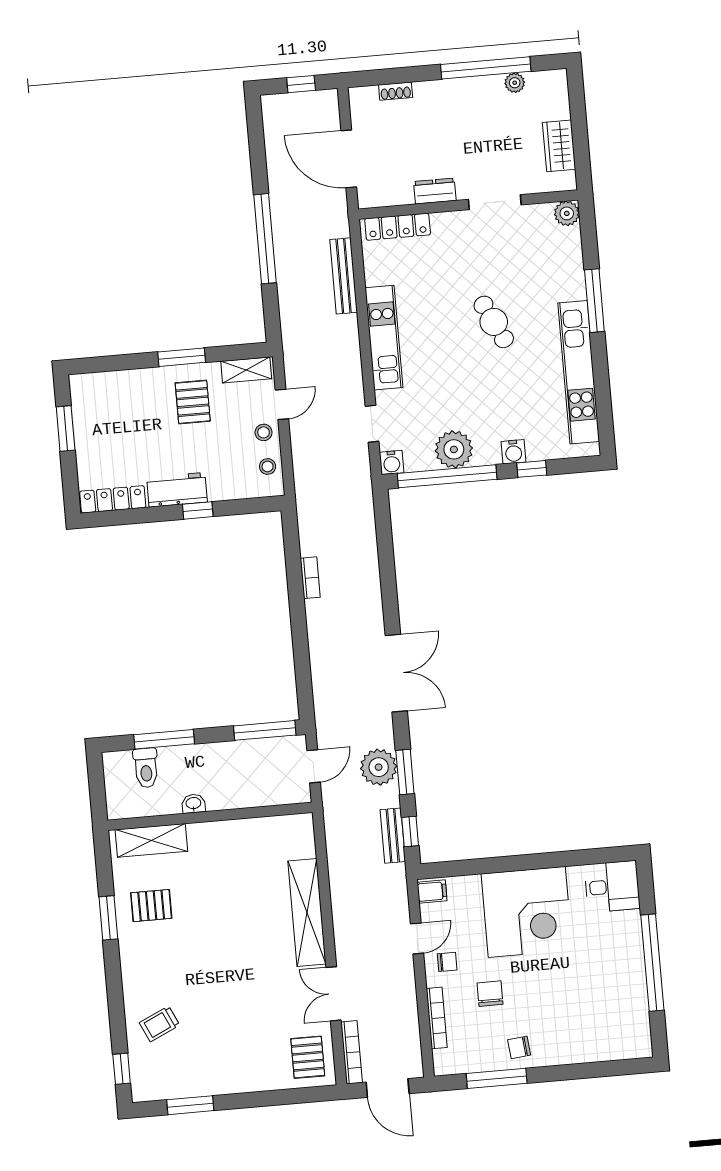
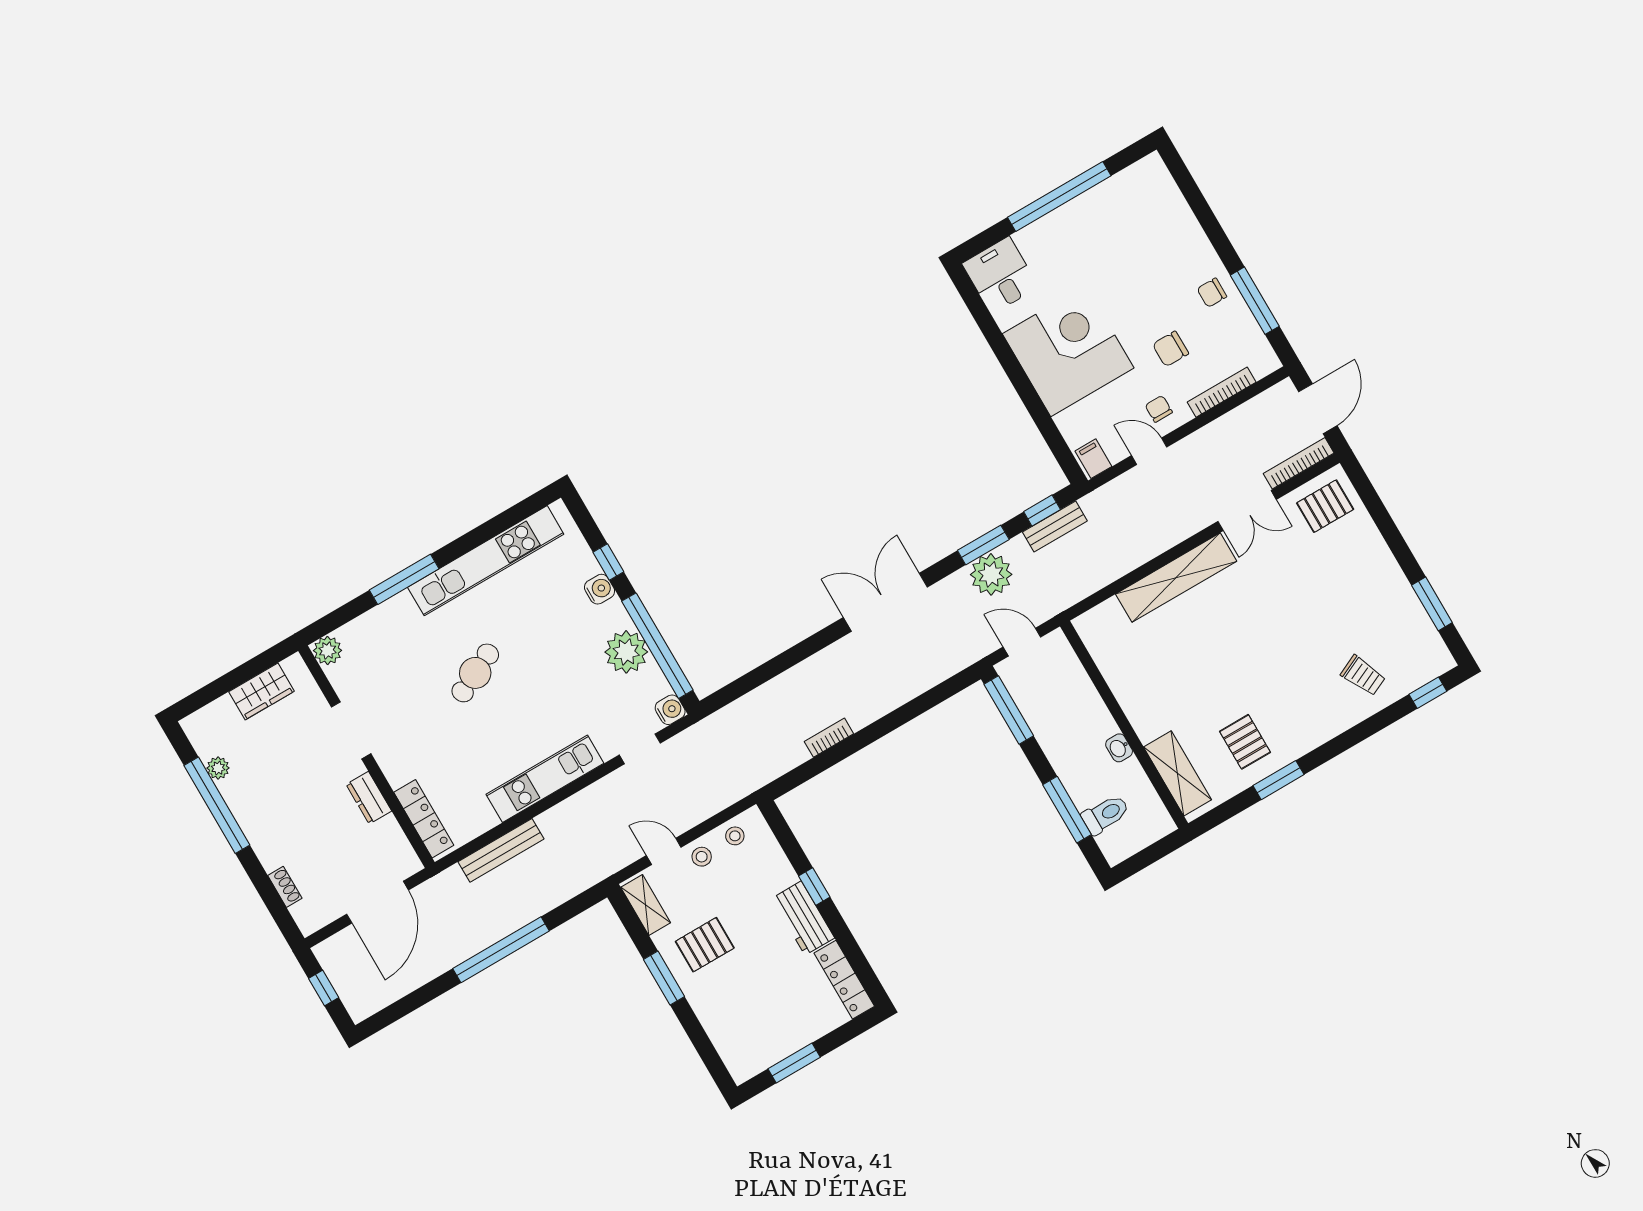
chair: (519, 1047) -> (1212, 293), turned 96

